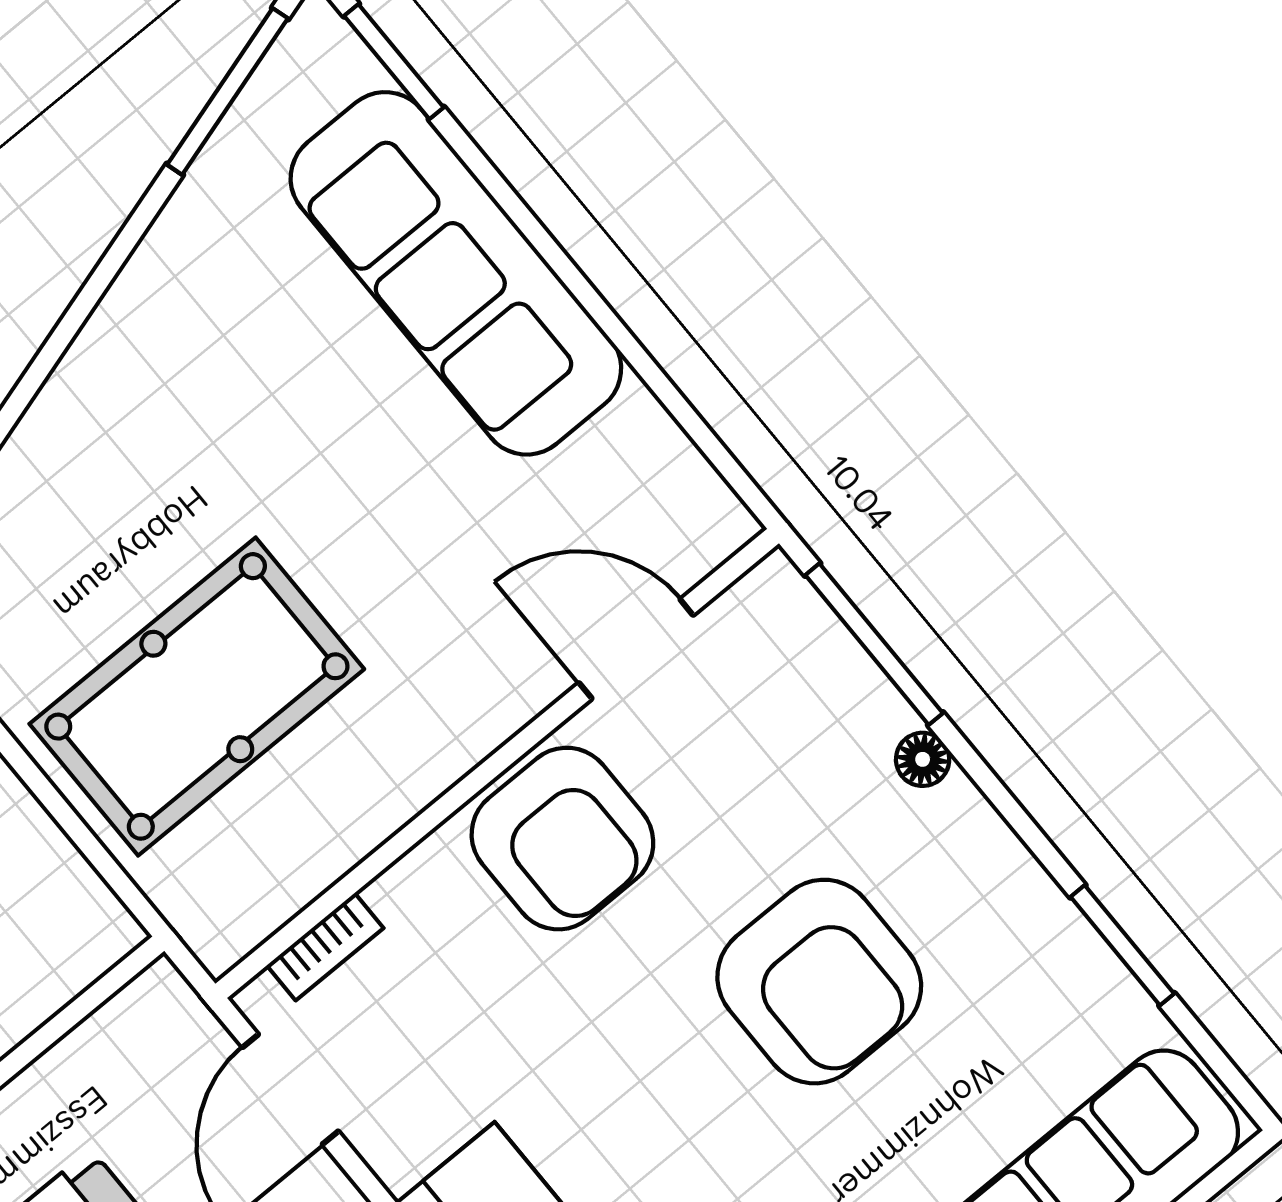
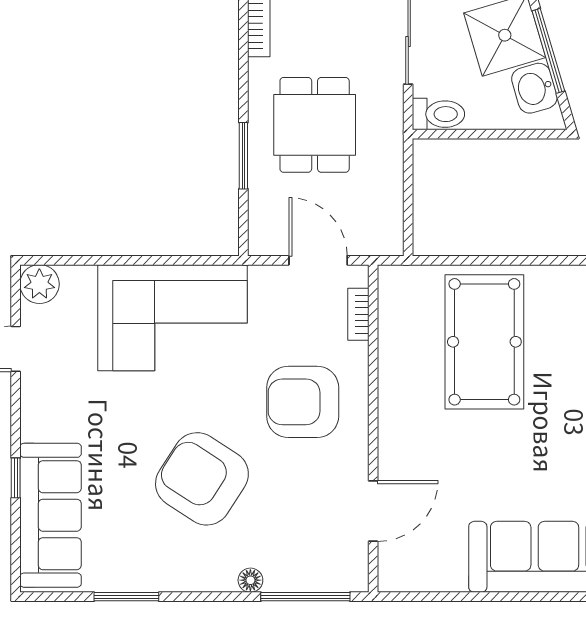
armchair: (562, 839) -> (303, 402), moved
armchair: (819, 982) -> (202, 479), turned 33

